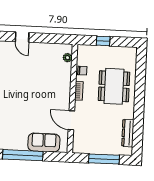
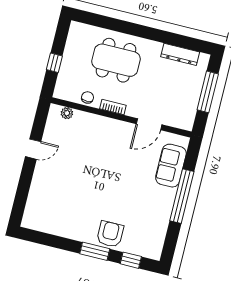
door: (22, 37) -> (33, 149), moved

